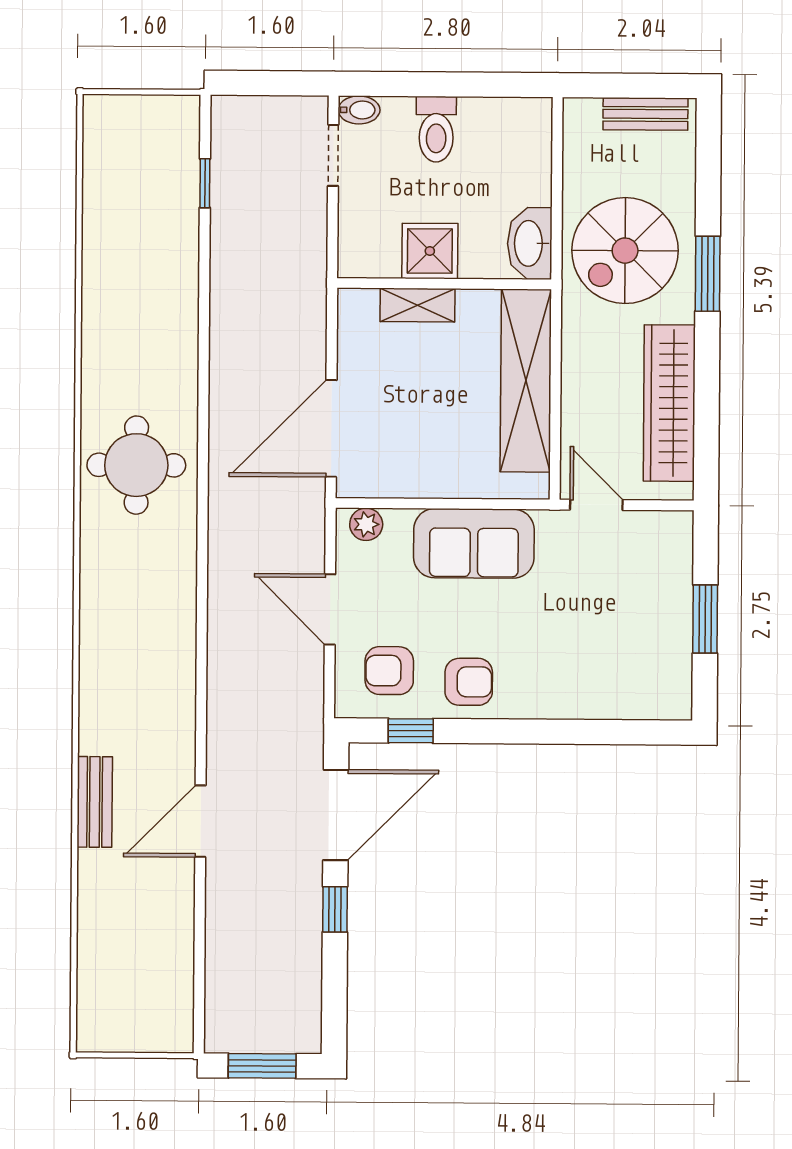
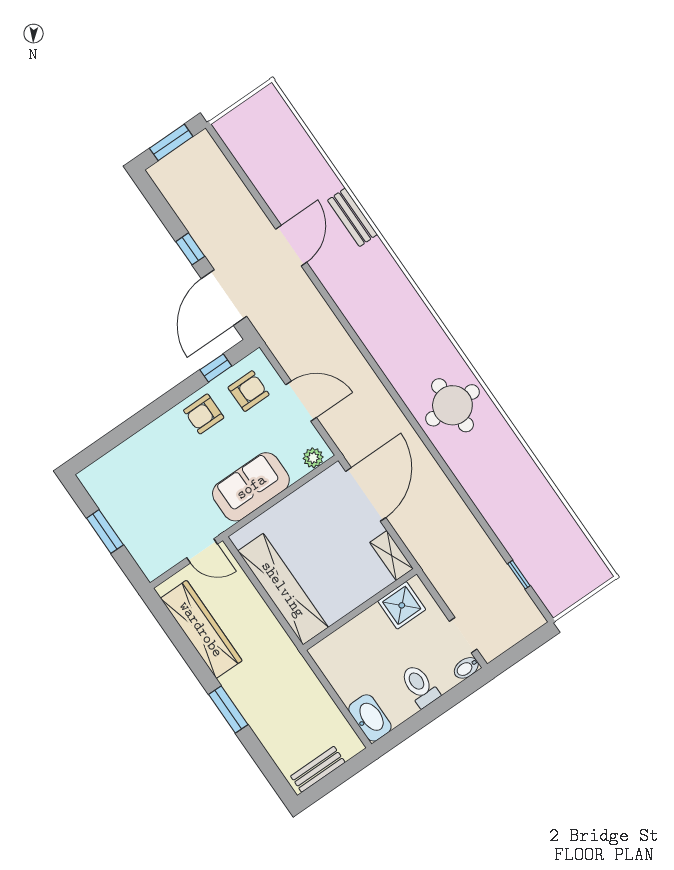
washbasin: (530, 243) -> (370, 718), moved
shower: (430, 251) -> (402, 605), moved
spiral stairs: (625, 251) -> (279, 692), removed
shelving: (417, 305) -> (391, 555), moved, turned 90

